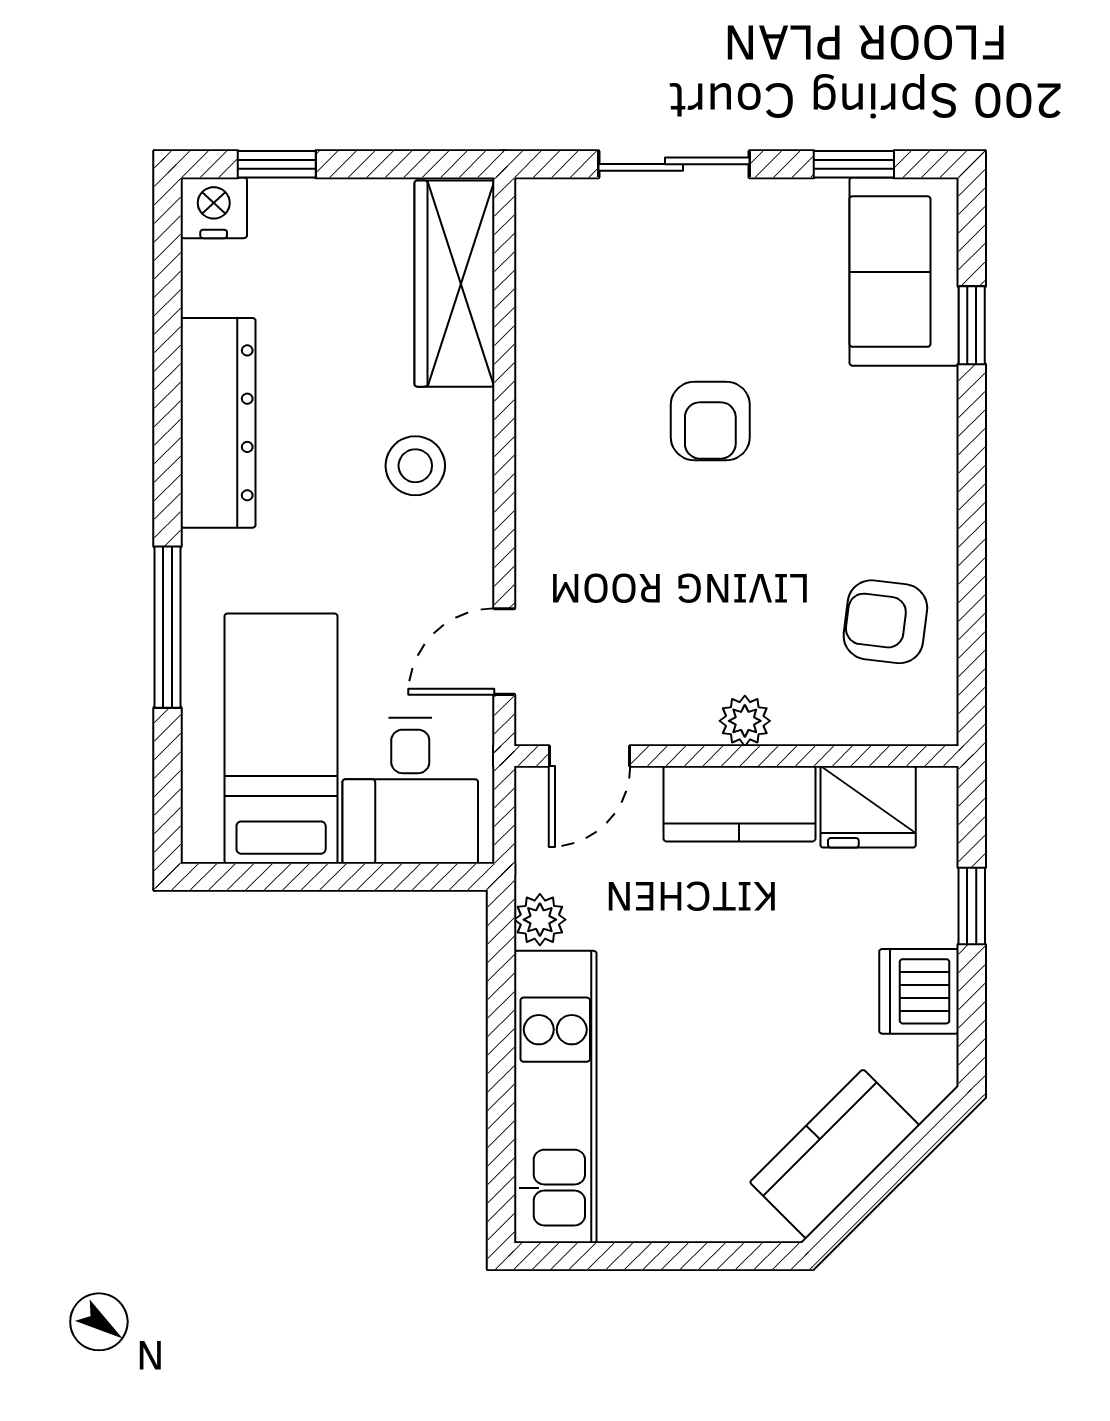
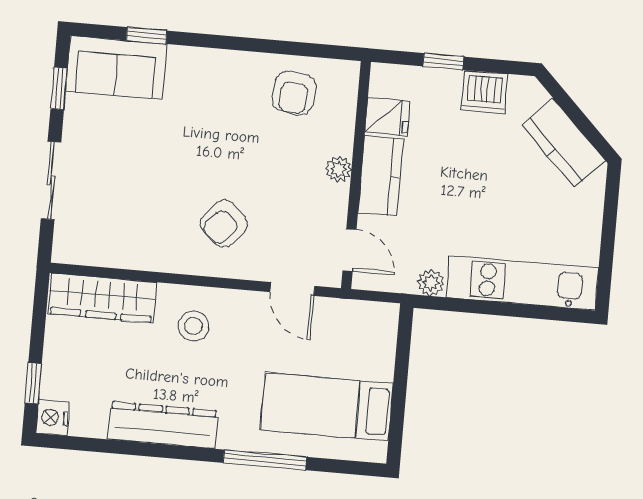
armchair: (710, 421) -> (224, 224), moved, turned 131
desk: (410, 791) -> (359, 343), removed
fridge: (868, 807) -> (387, 117), width x0.72

